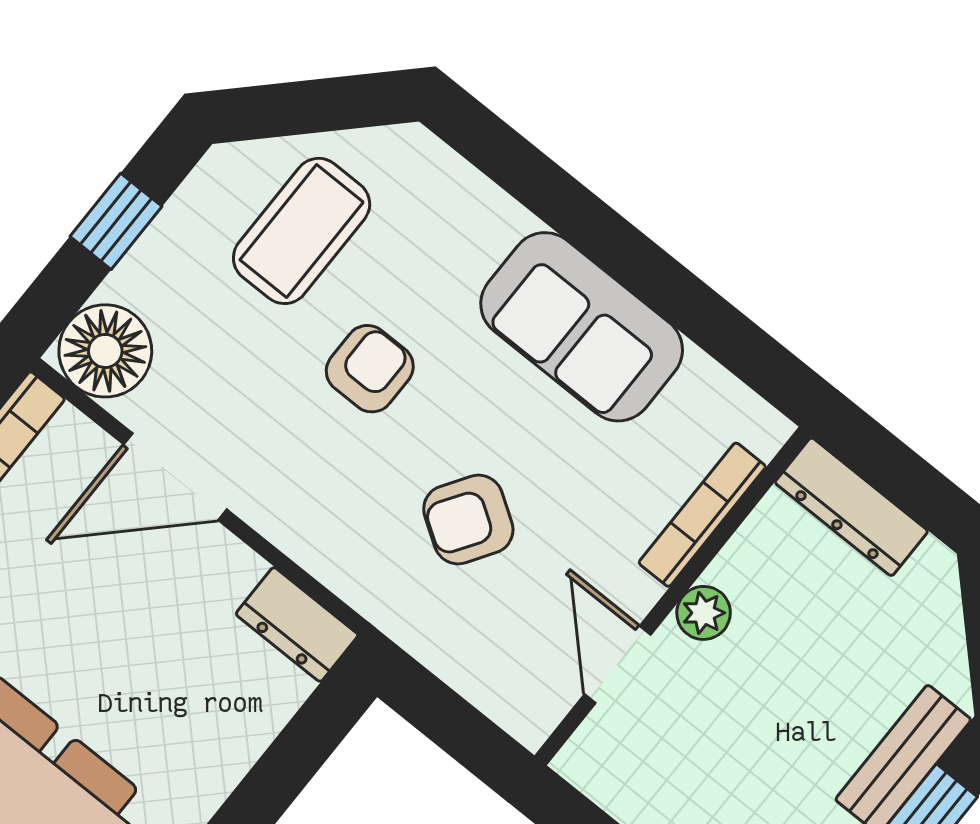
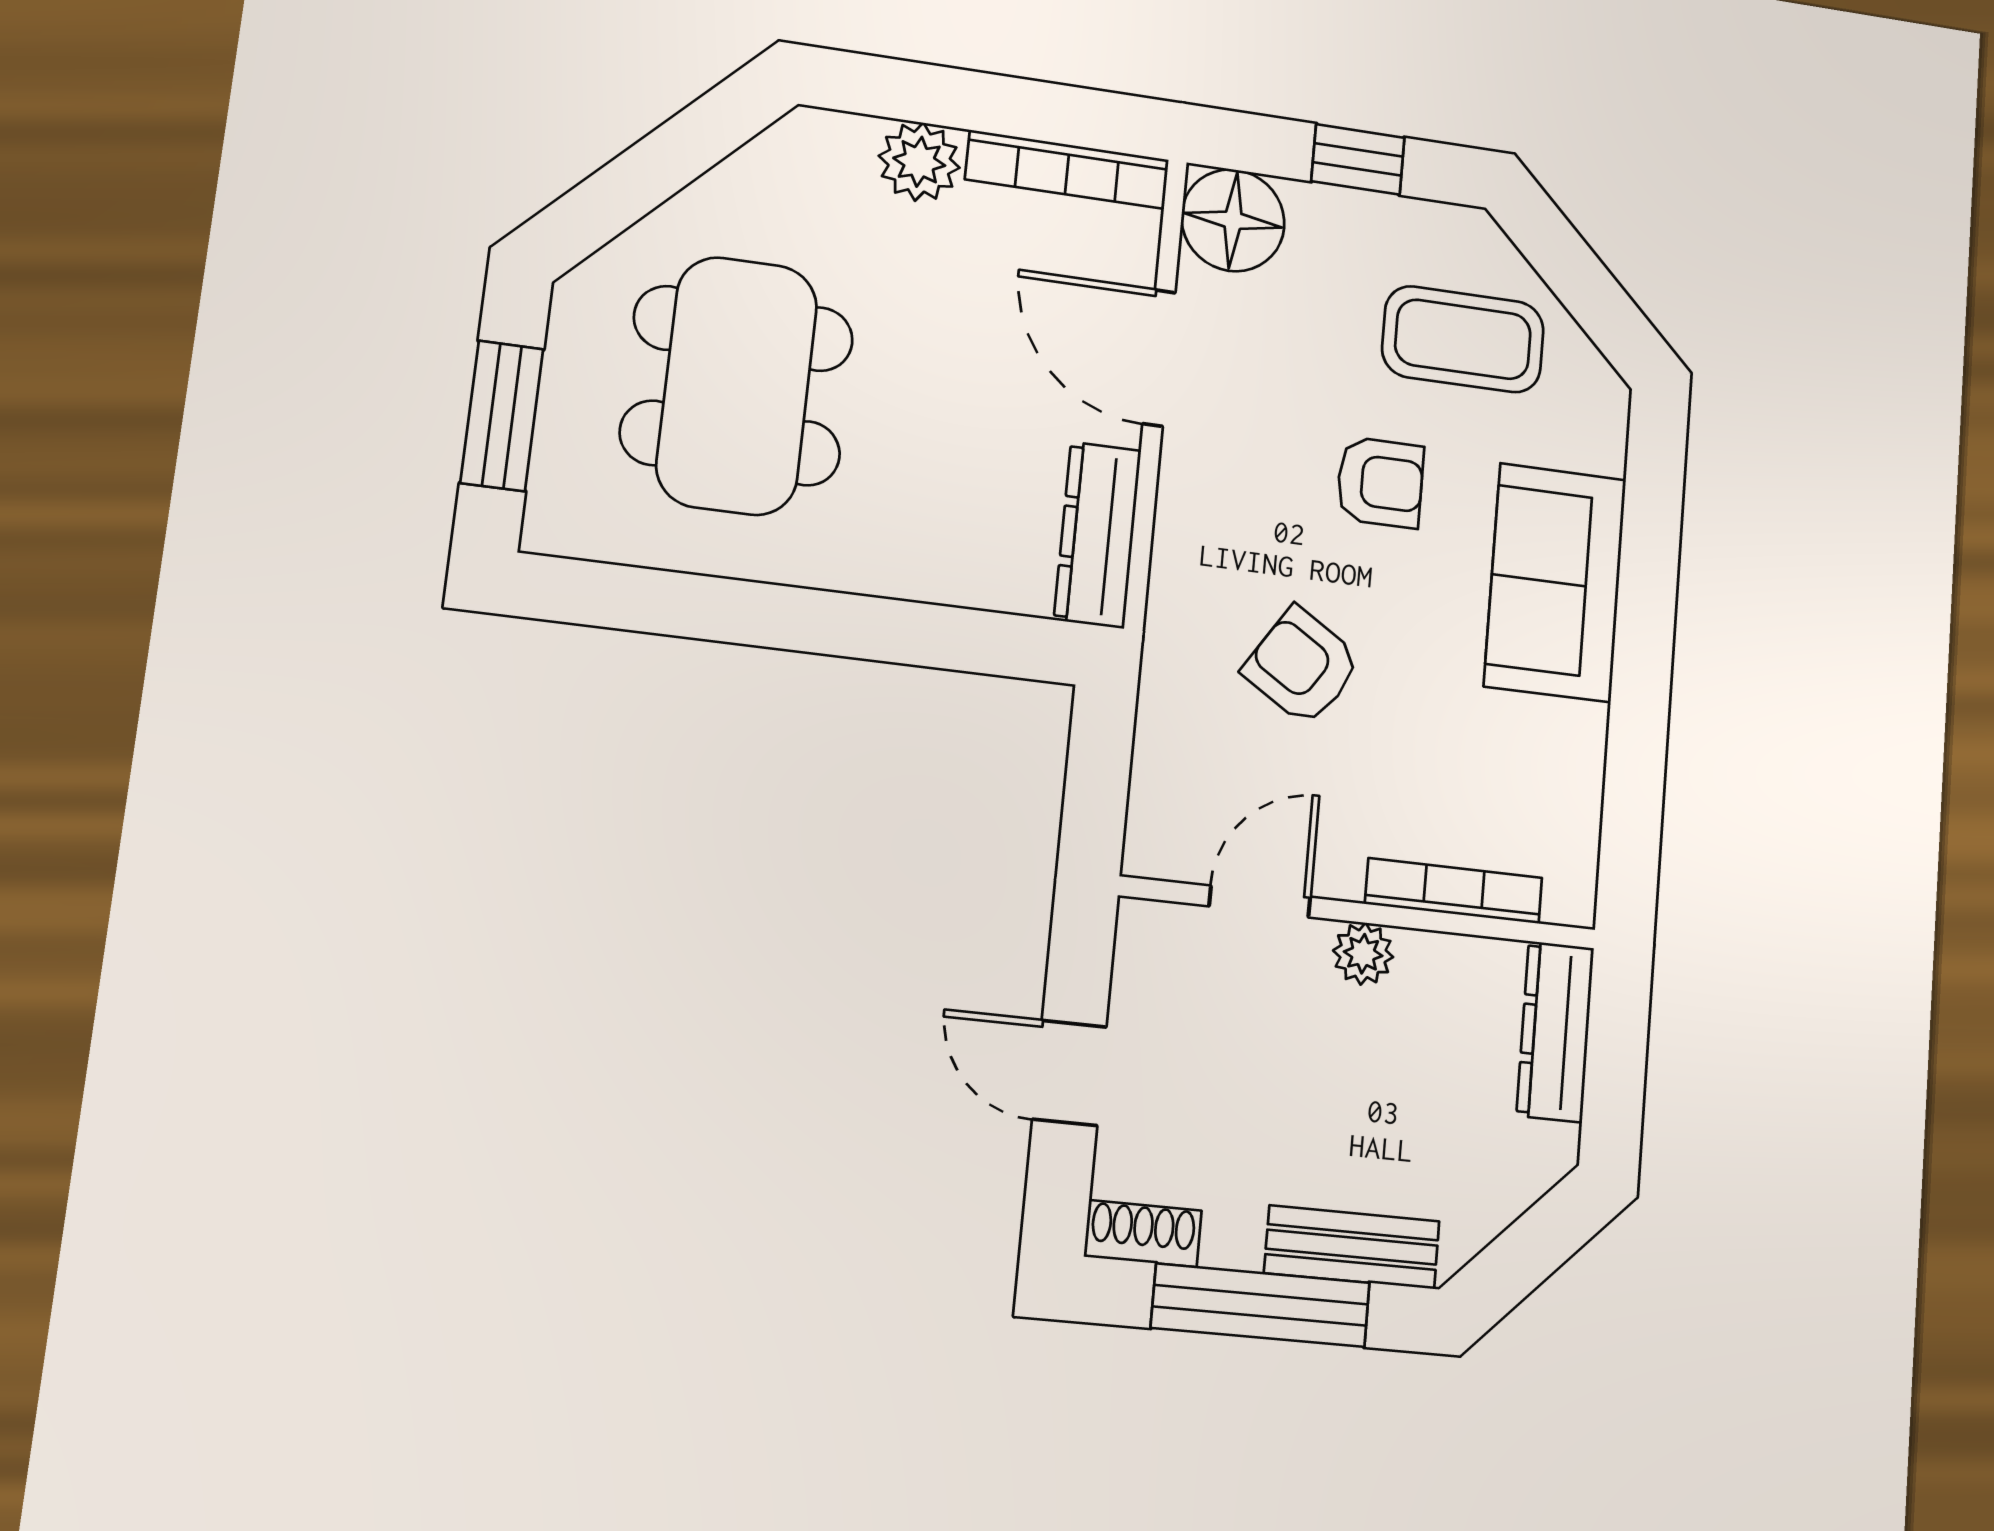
sofa: (582, 327) -> (1555, 582), moved
dresser: (297, 624) -> (1098, 535), width x1.44

